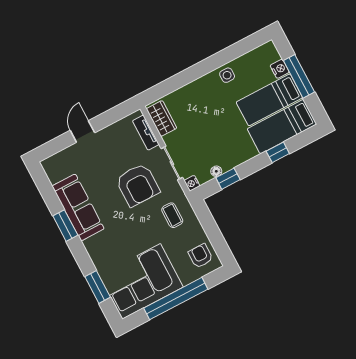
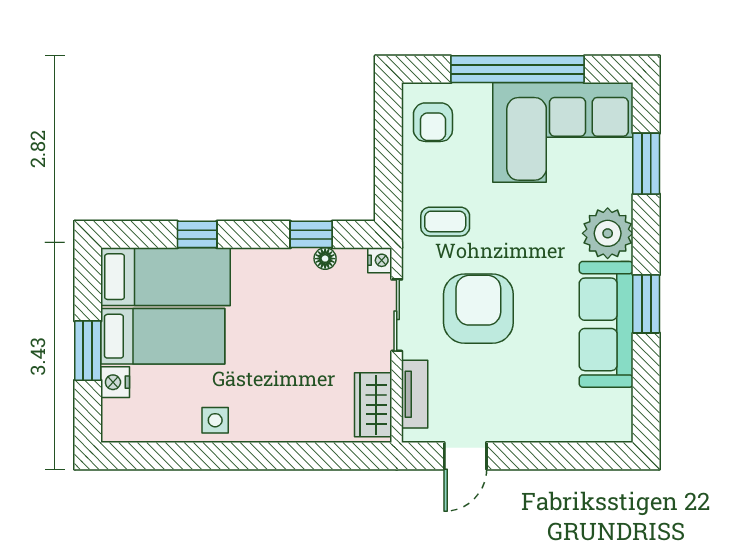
window: (299, 76) -> (88, 351), width x0.69
door: (82, 132) -> (465, 456), moved
coffee table: (172, 215) -> (445, 222), turned 90
plant: (98, 248) -> (608, 233), added

